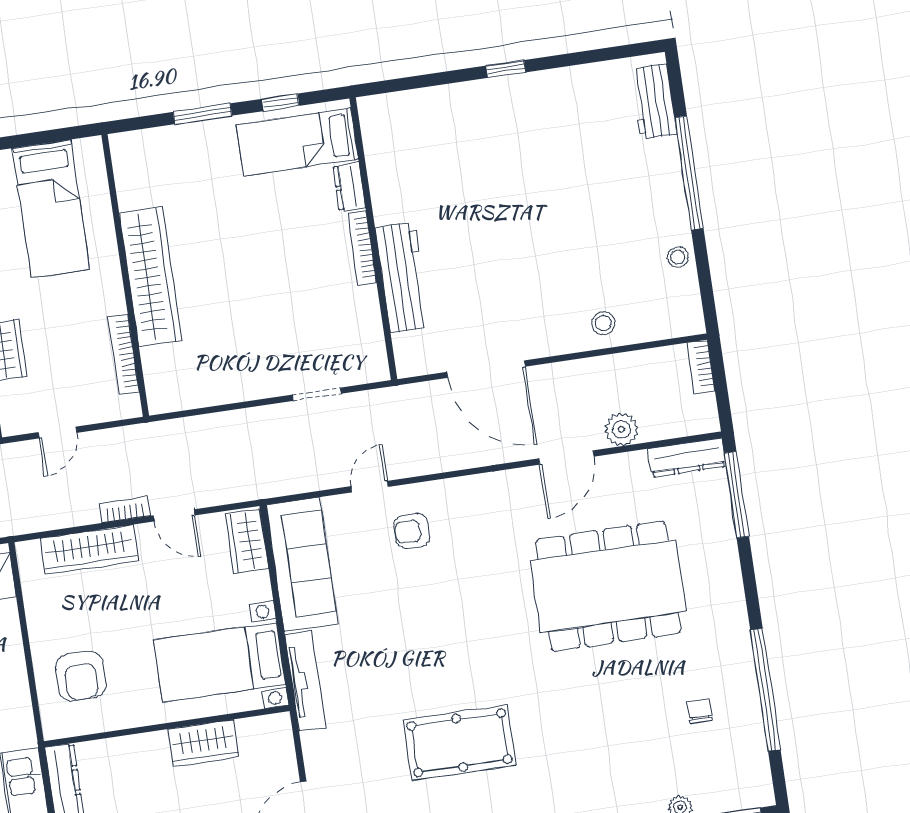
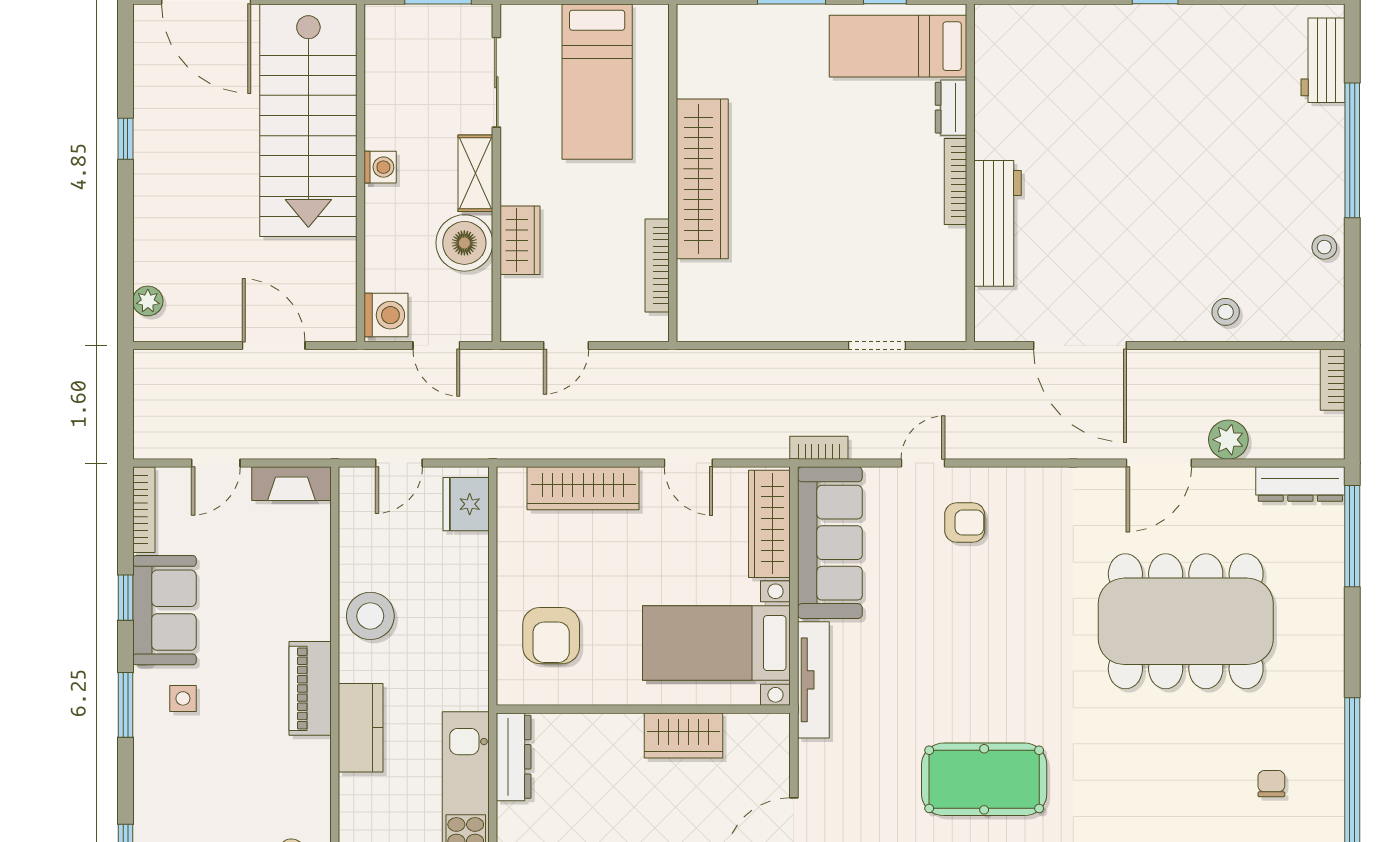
bookcase: (125, 510) -> (819, 448), moved
armchair: (412, 531) -> (965, 523), turned 180
wardrobe: (247, 541) -> (769, 524), width x1.50

